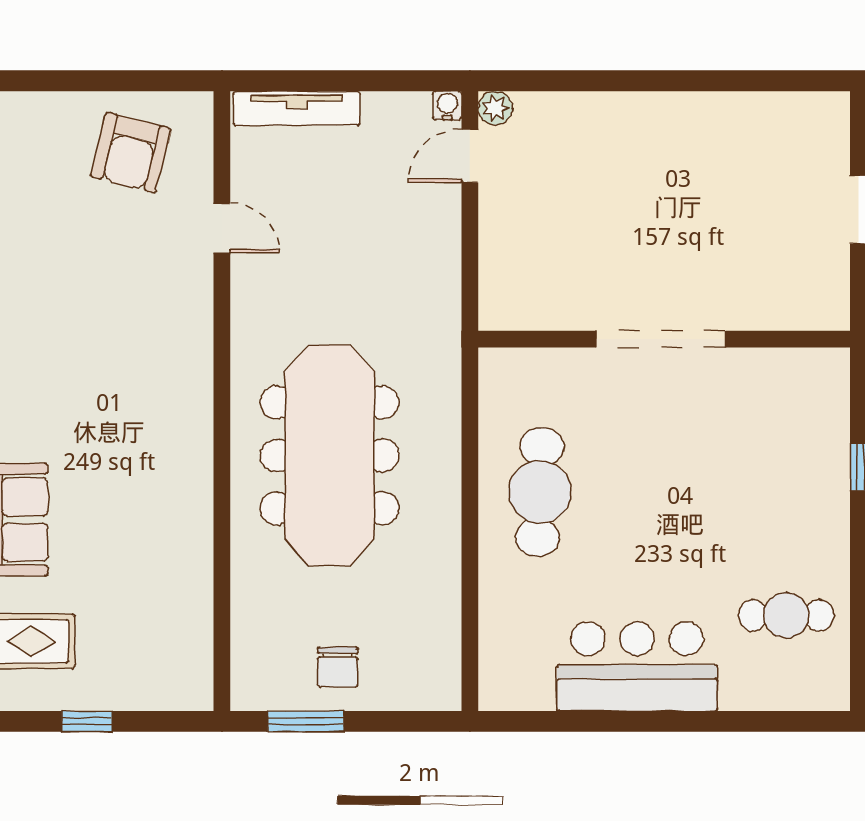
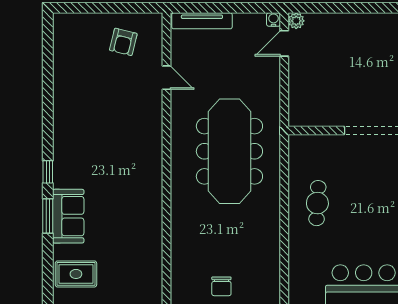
armchair: (131, 153) -> (123, 42), width x0.72, depth x0.72
meeting table: (329, 455) -> (229, 151), moved
cafe table: (540, 492) -> (317, 203), width x0.73, depth x0.74

